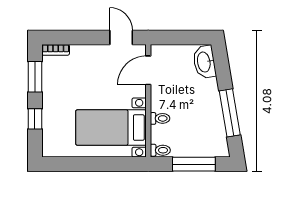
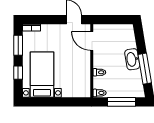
washbasin: (204, 62) -> (132, 59), moved
door: (148, 70) -> (92, 41), hinge flipped
bed with nightstands: (111, 128) -> (42, 75), moved, turned 90

